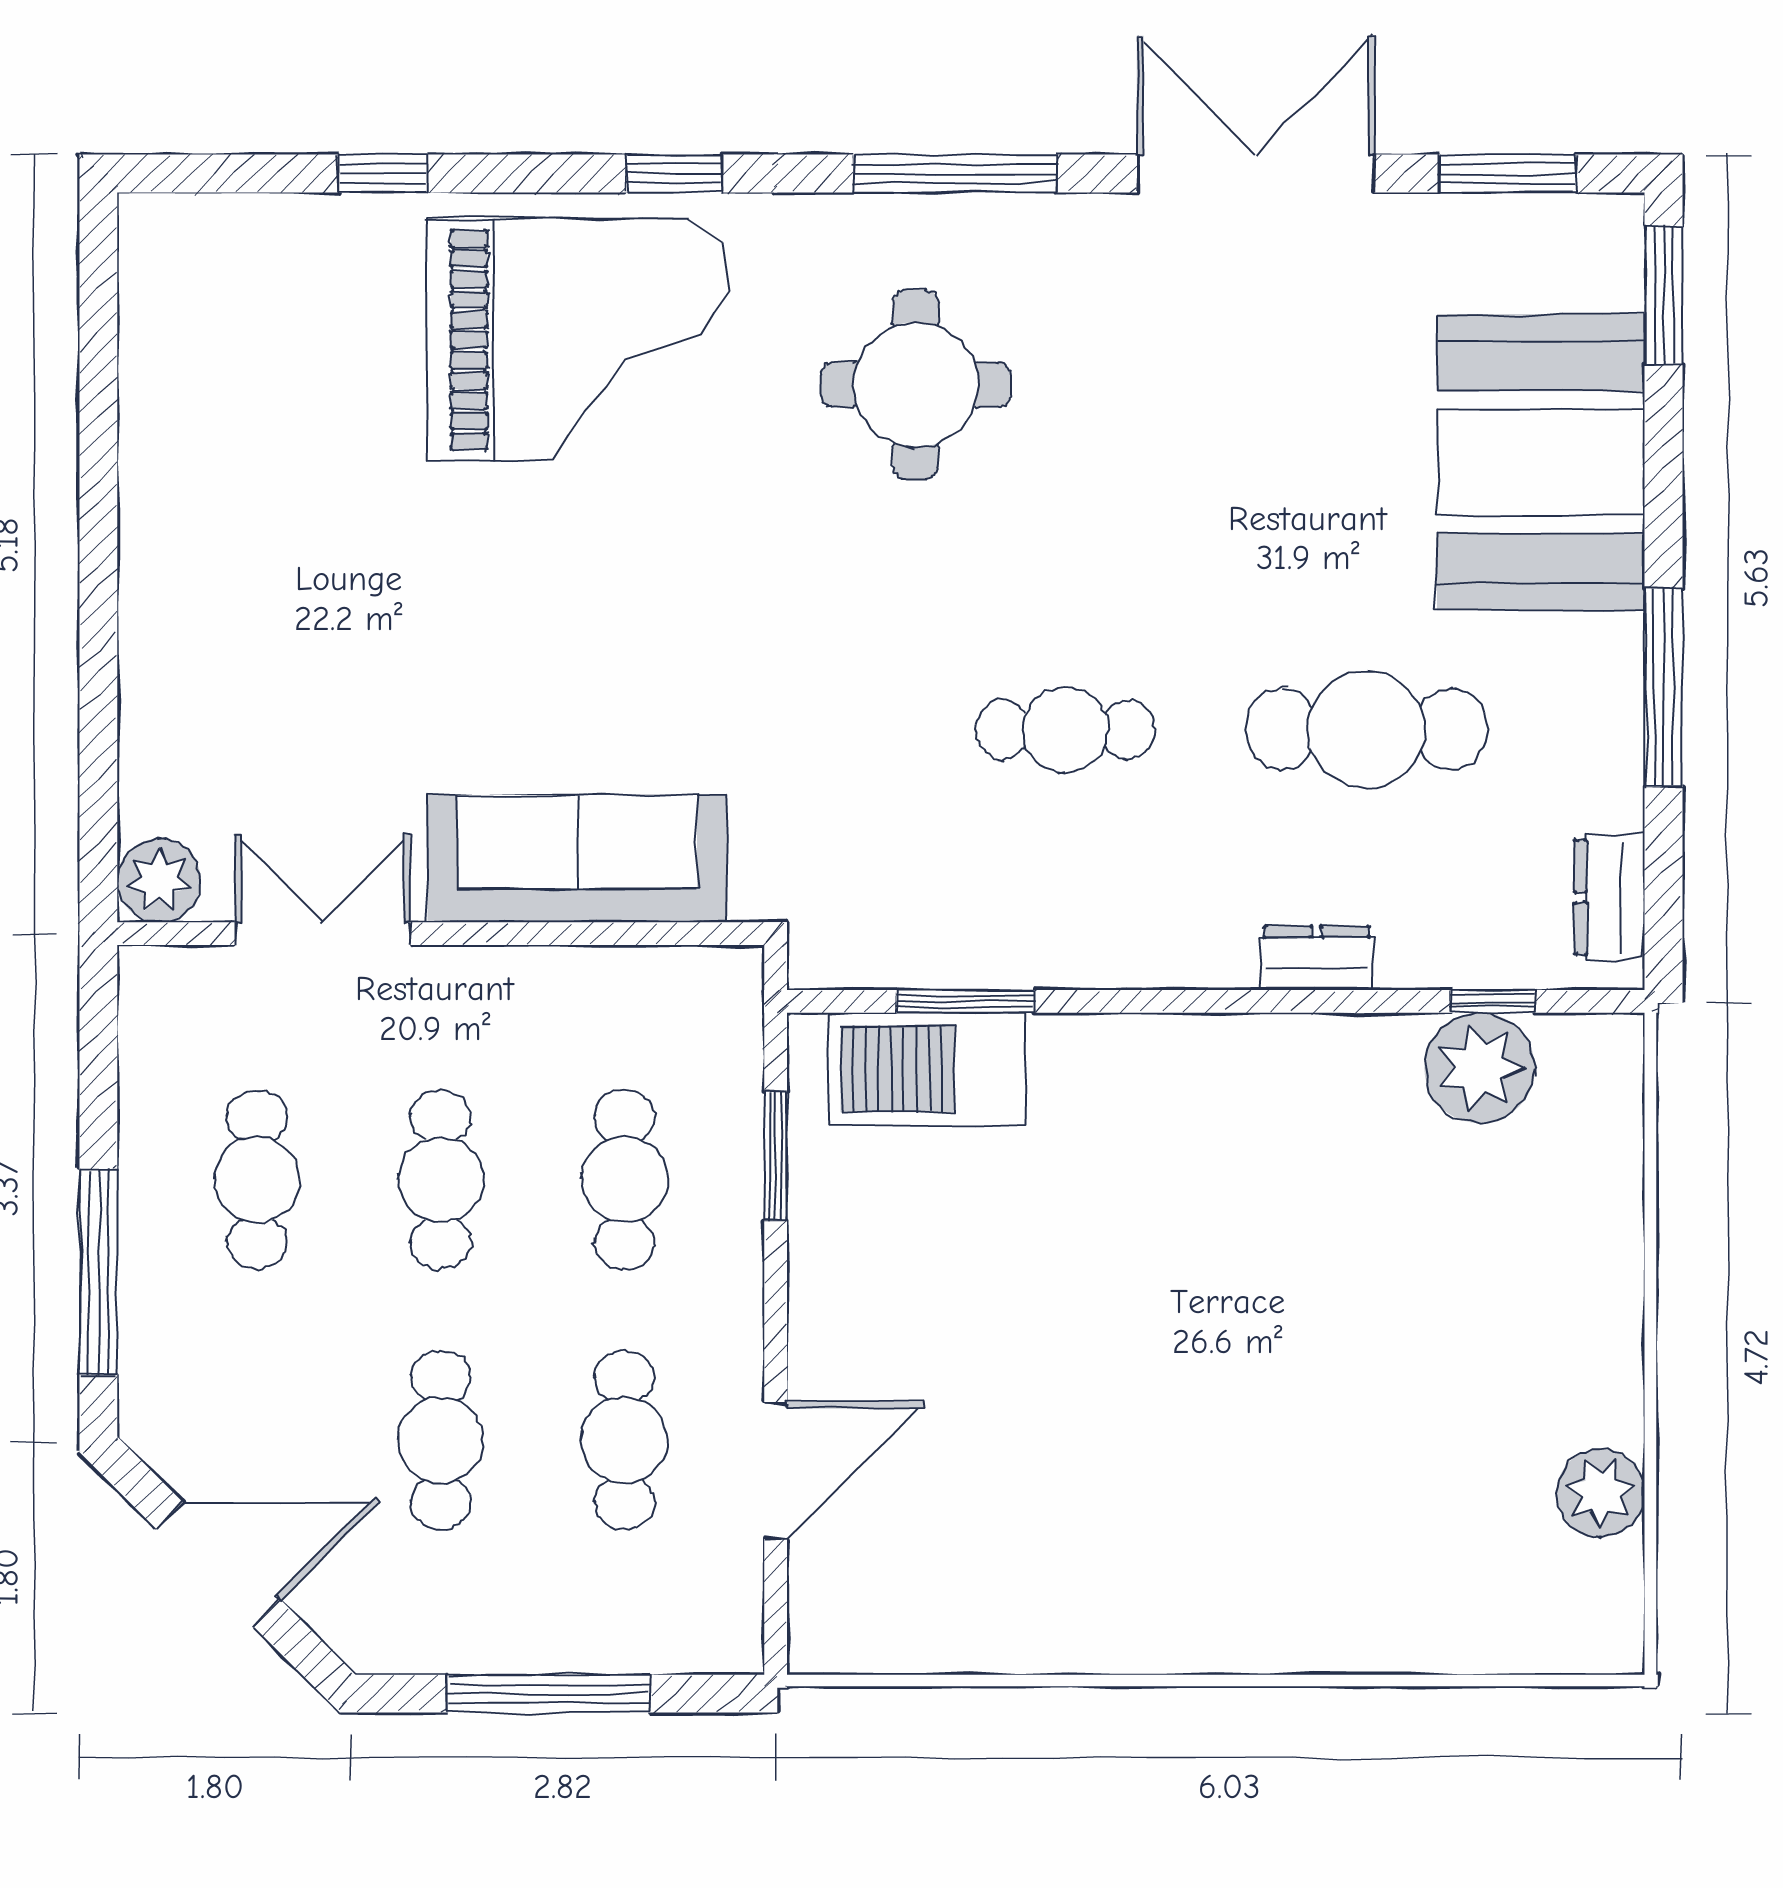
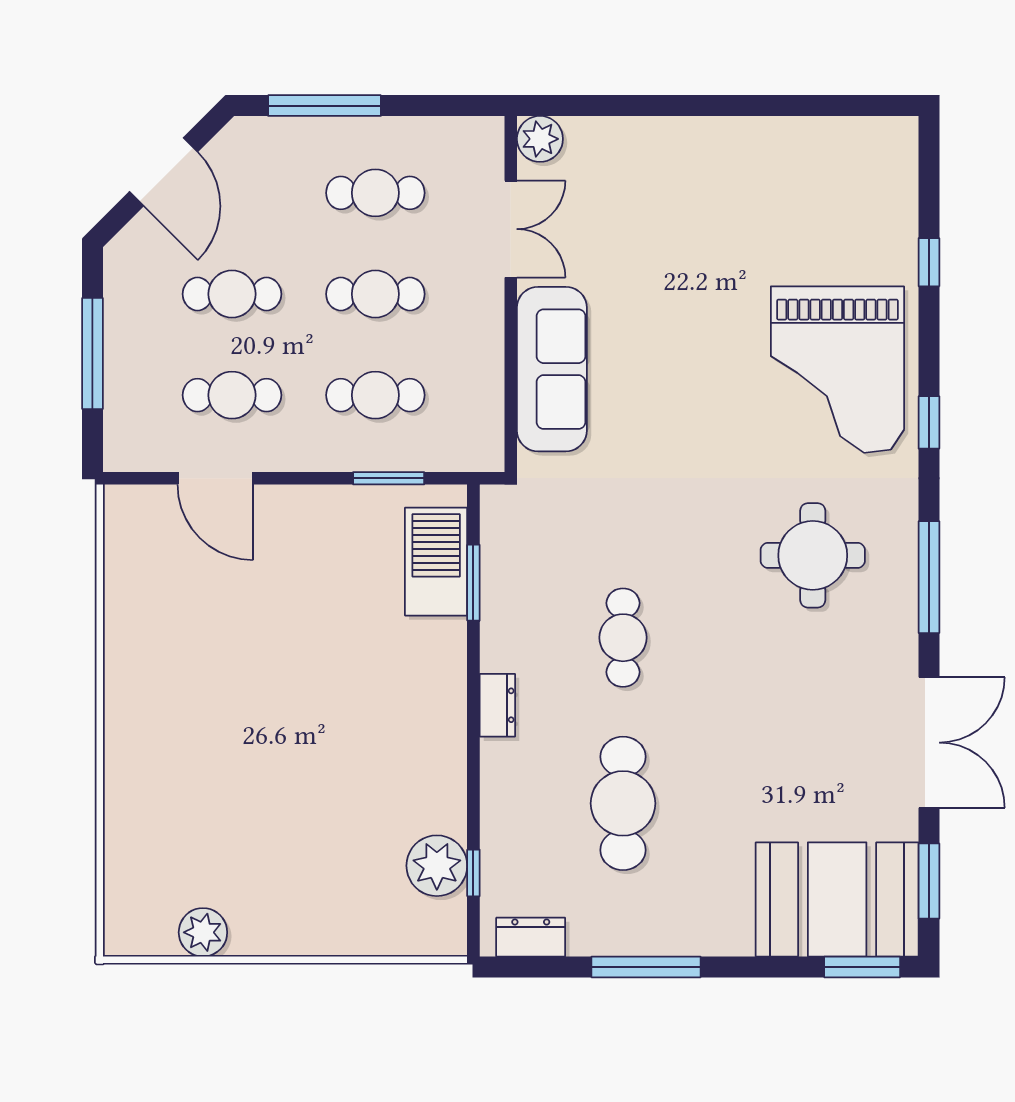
booth: (1541, 462) -> (837, 899), moved
dresser: (1316, 958) -> (497, 705), moved

